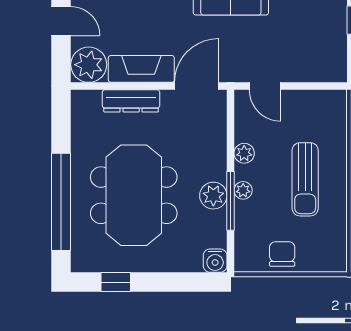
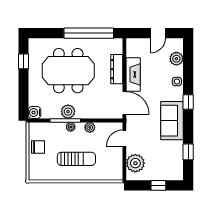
plant: (89, 65) -> (135, 163), moved
sun lounger: (305, 179) -> (76, 159), turned 180
window: (61, 202) -> (89, 33), moved

